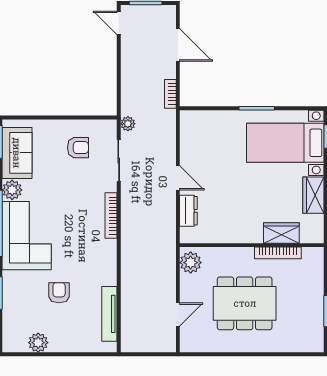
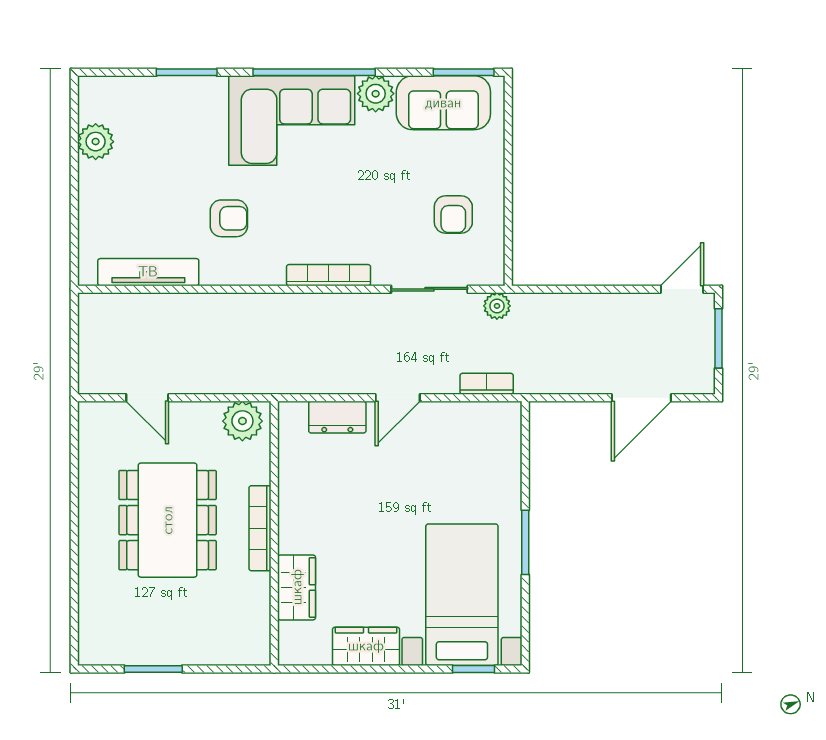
bookcase: (170, 94) -> (487, 384), moved
bookcase: (278, 253) -> (260, 528), moved
armchair: (59, 293) -> (229, 218), moved

